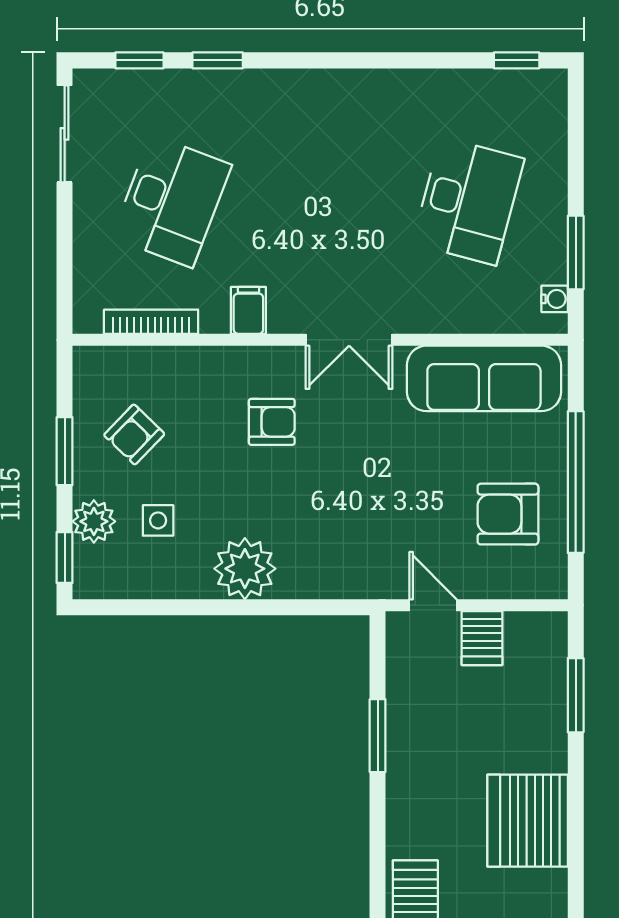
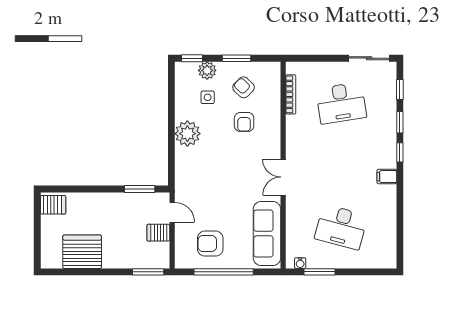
window: (517, 60) -> (400, 152), moved
desk: (172, 201) -> (341, 103), turned -30
filing cabinet: (248, 310) -> (387, 177), moved, turned 180
armchair: (272, 422) -> (244, 122), moved
armchair: (508, 514) -> (210, 244), turned -90
door: (433, 605) -> (172, 212), hinge flipped
window: (576, 695) -> (148, 272), moved
window: (378, 736) -> (140, 189), moved

